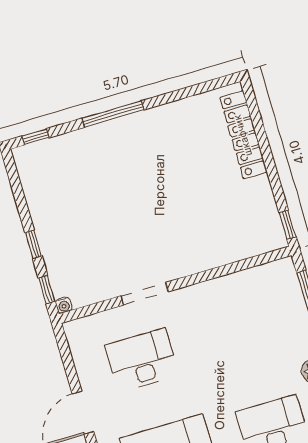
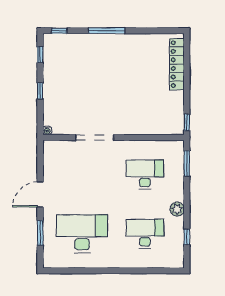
window: (47, 290) -> (40, 55), moved
doorway: (145, 294) -> (95, 137), width x1.36
desk: (142, 360) -> (145, 174), moved

